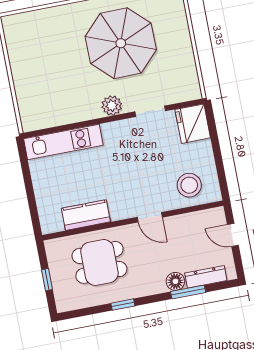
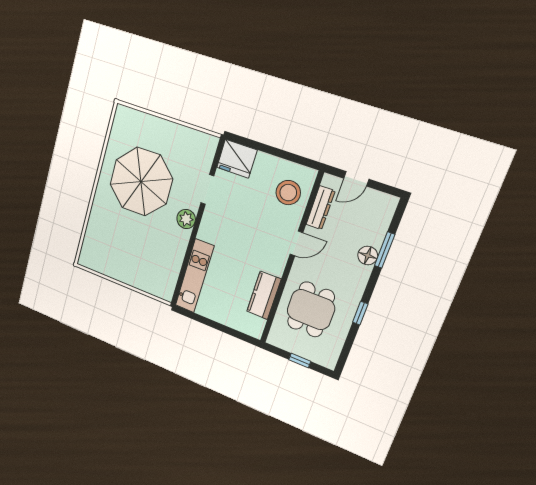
dresser: (206, 277) -> (321, 208), moved, turned 180

